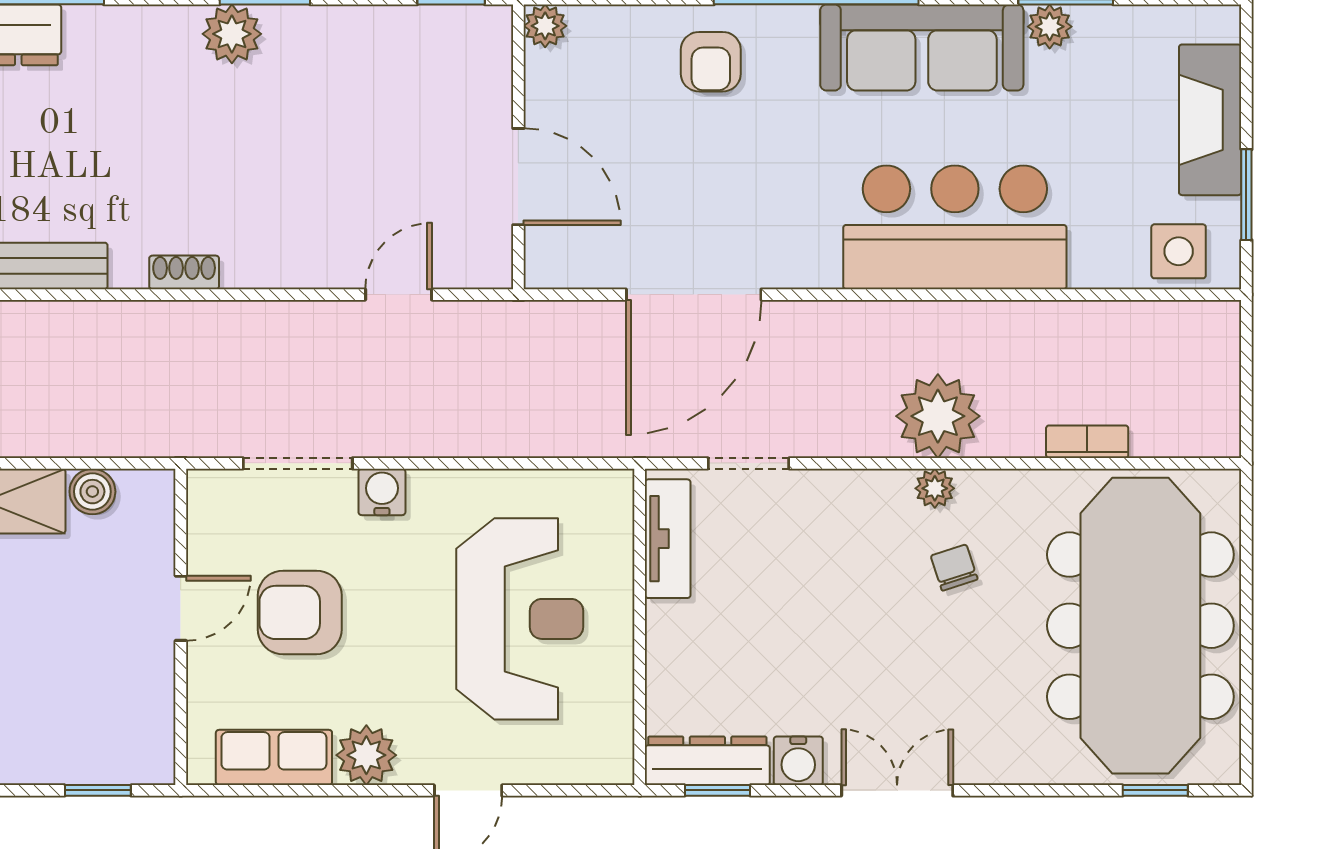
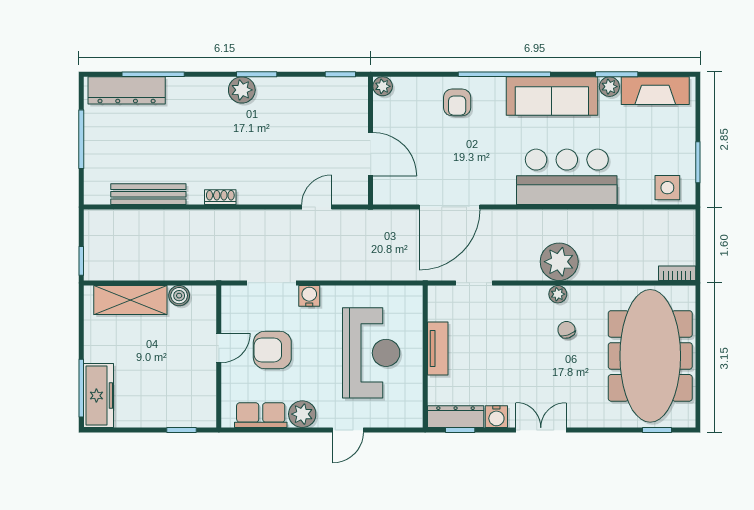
fireplace: (1210, 120) -> (655, 91), moved, turned -90
bookcase: (1087, 442) -> (677, 273), moved
tv unit: (668, 539) -> (438, 349), moved

